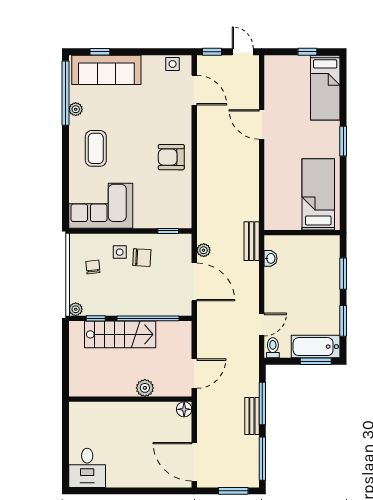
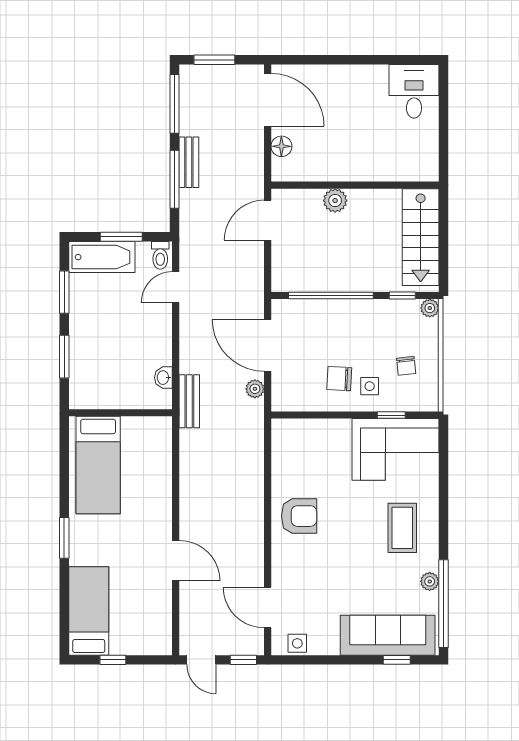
window: (168, 231) -> (391, 415), moved
stairs: (120, 334) -> (421, 237), moved, turned -90
window: (316, 361) -> (121, 237), moved
floor lamp: (184, 409) -> (281, 146), moved

